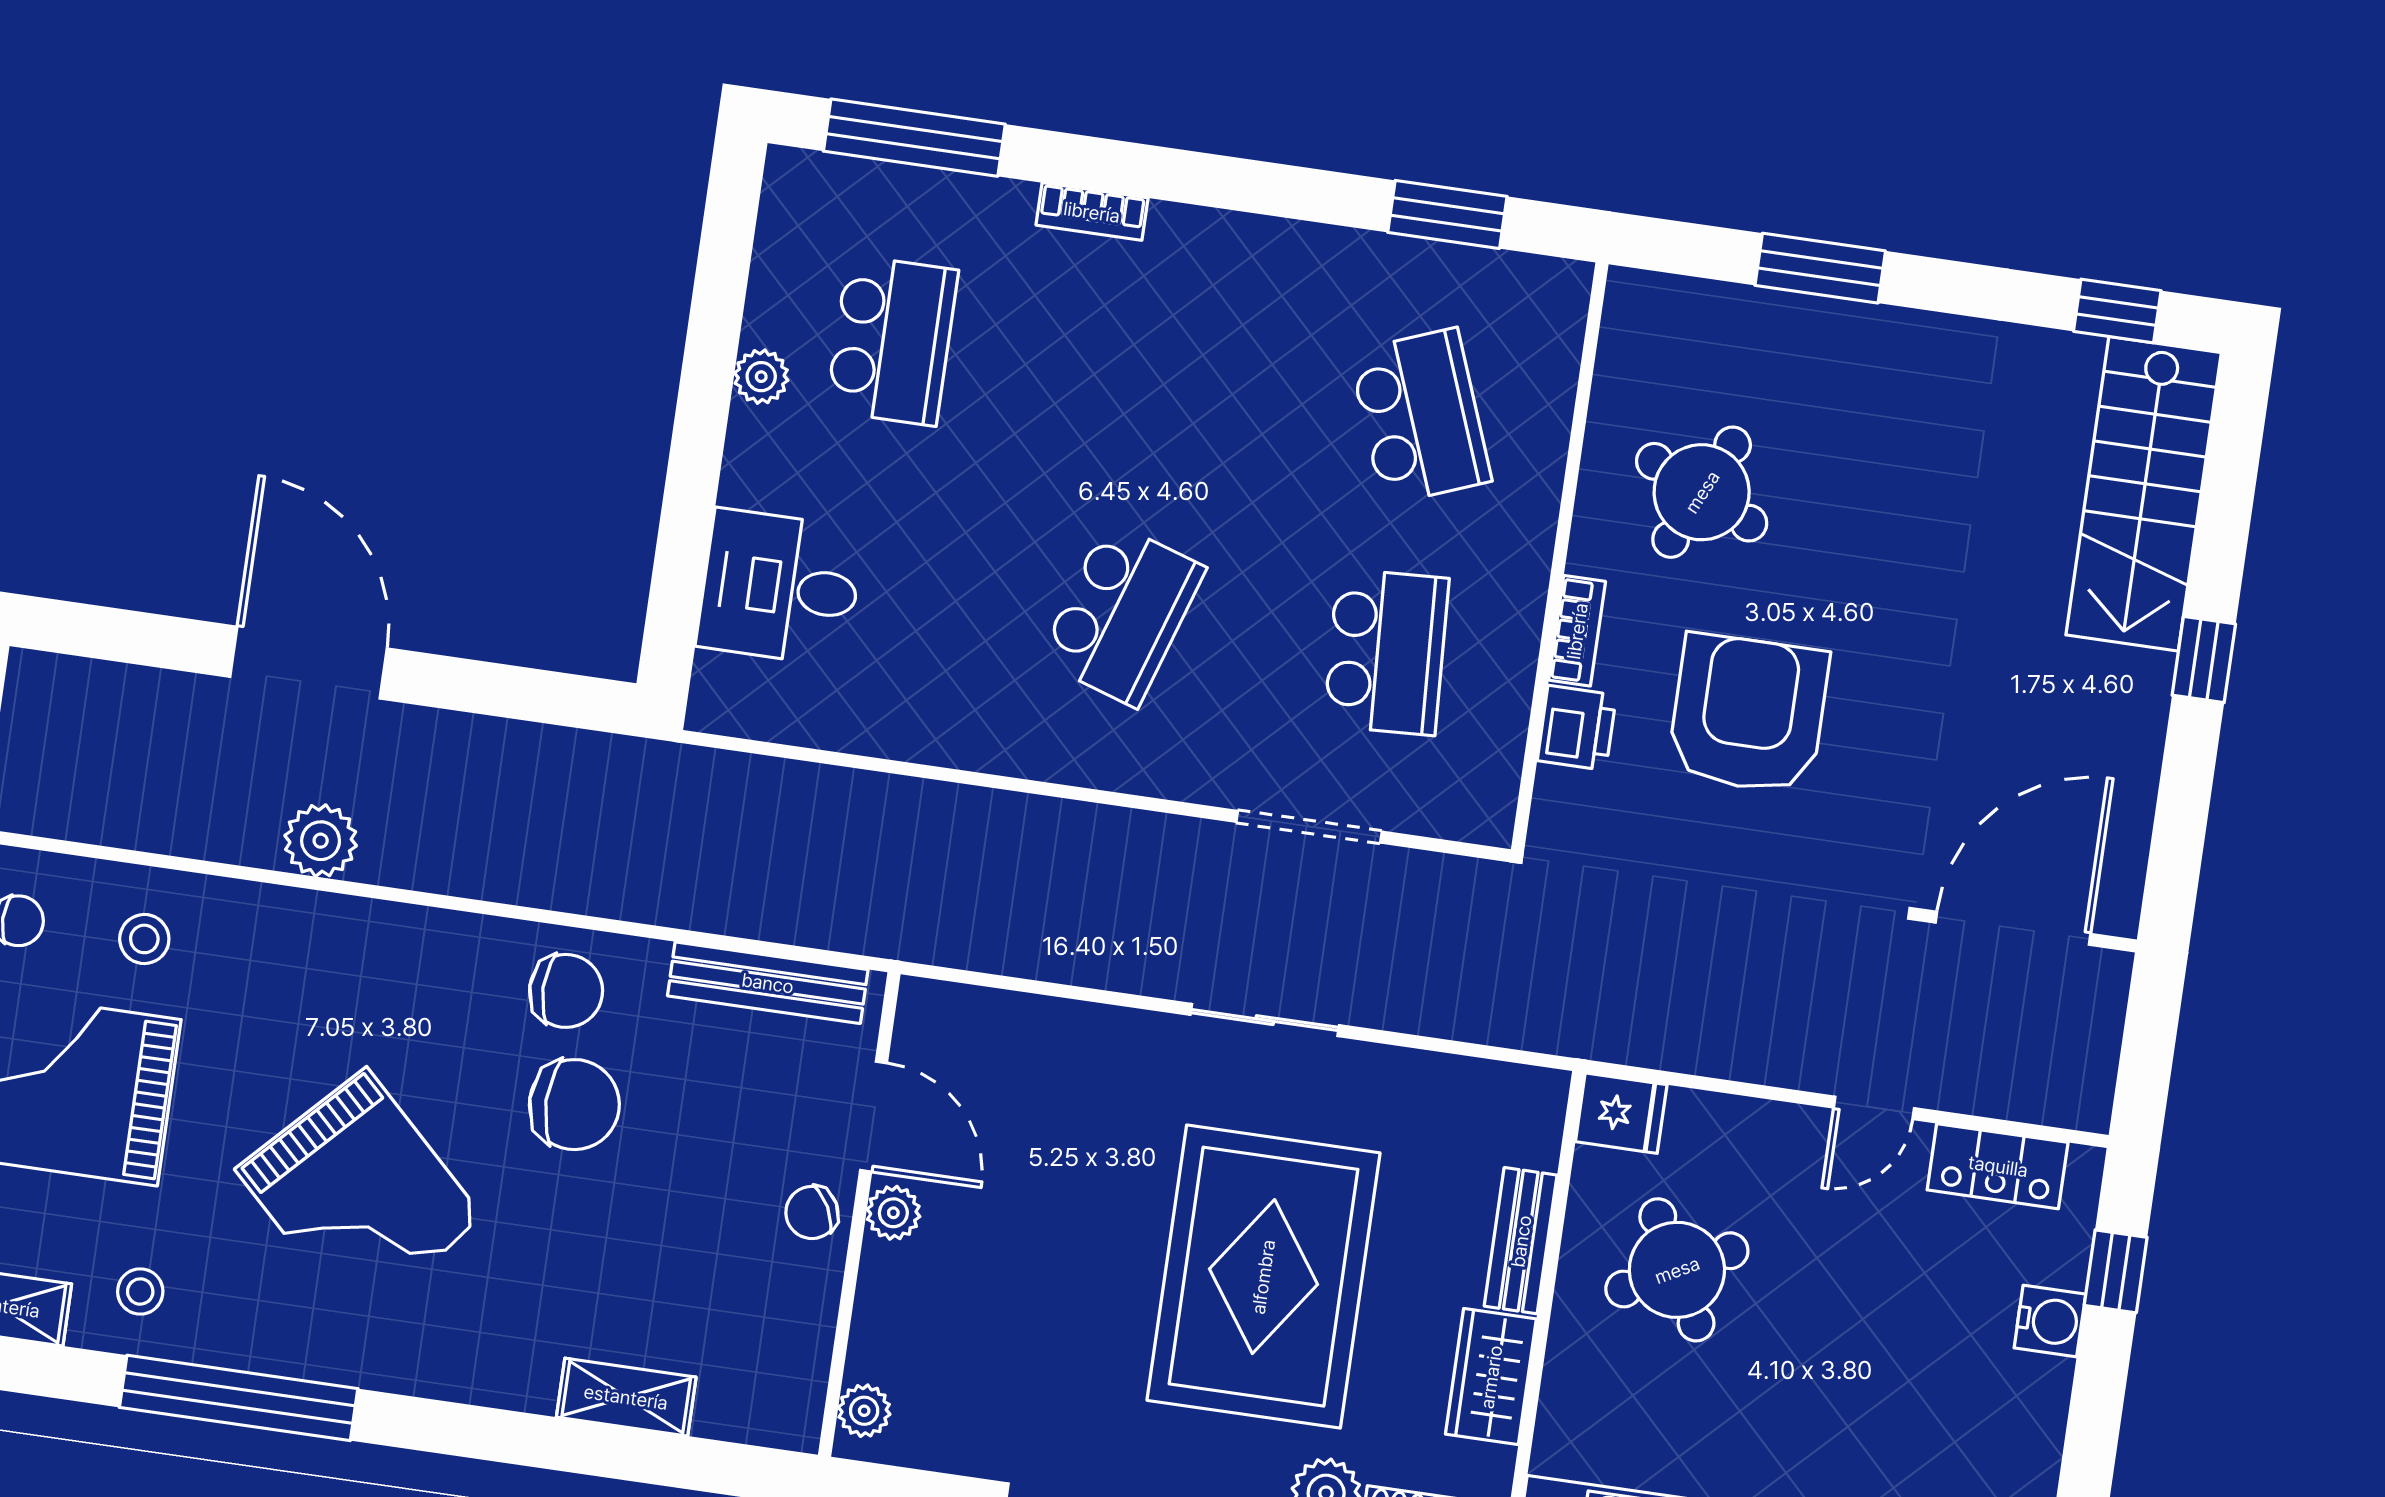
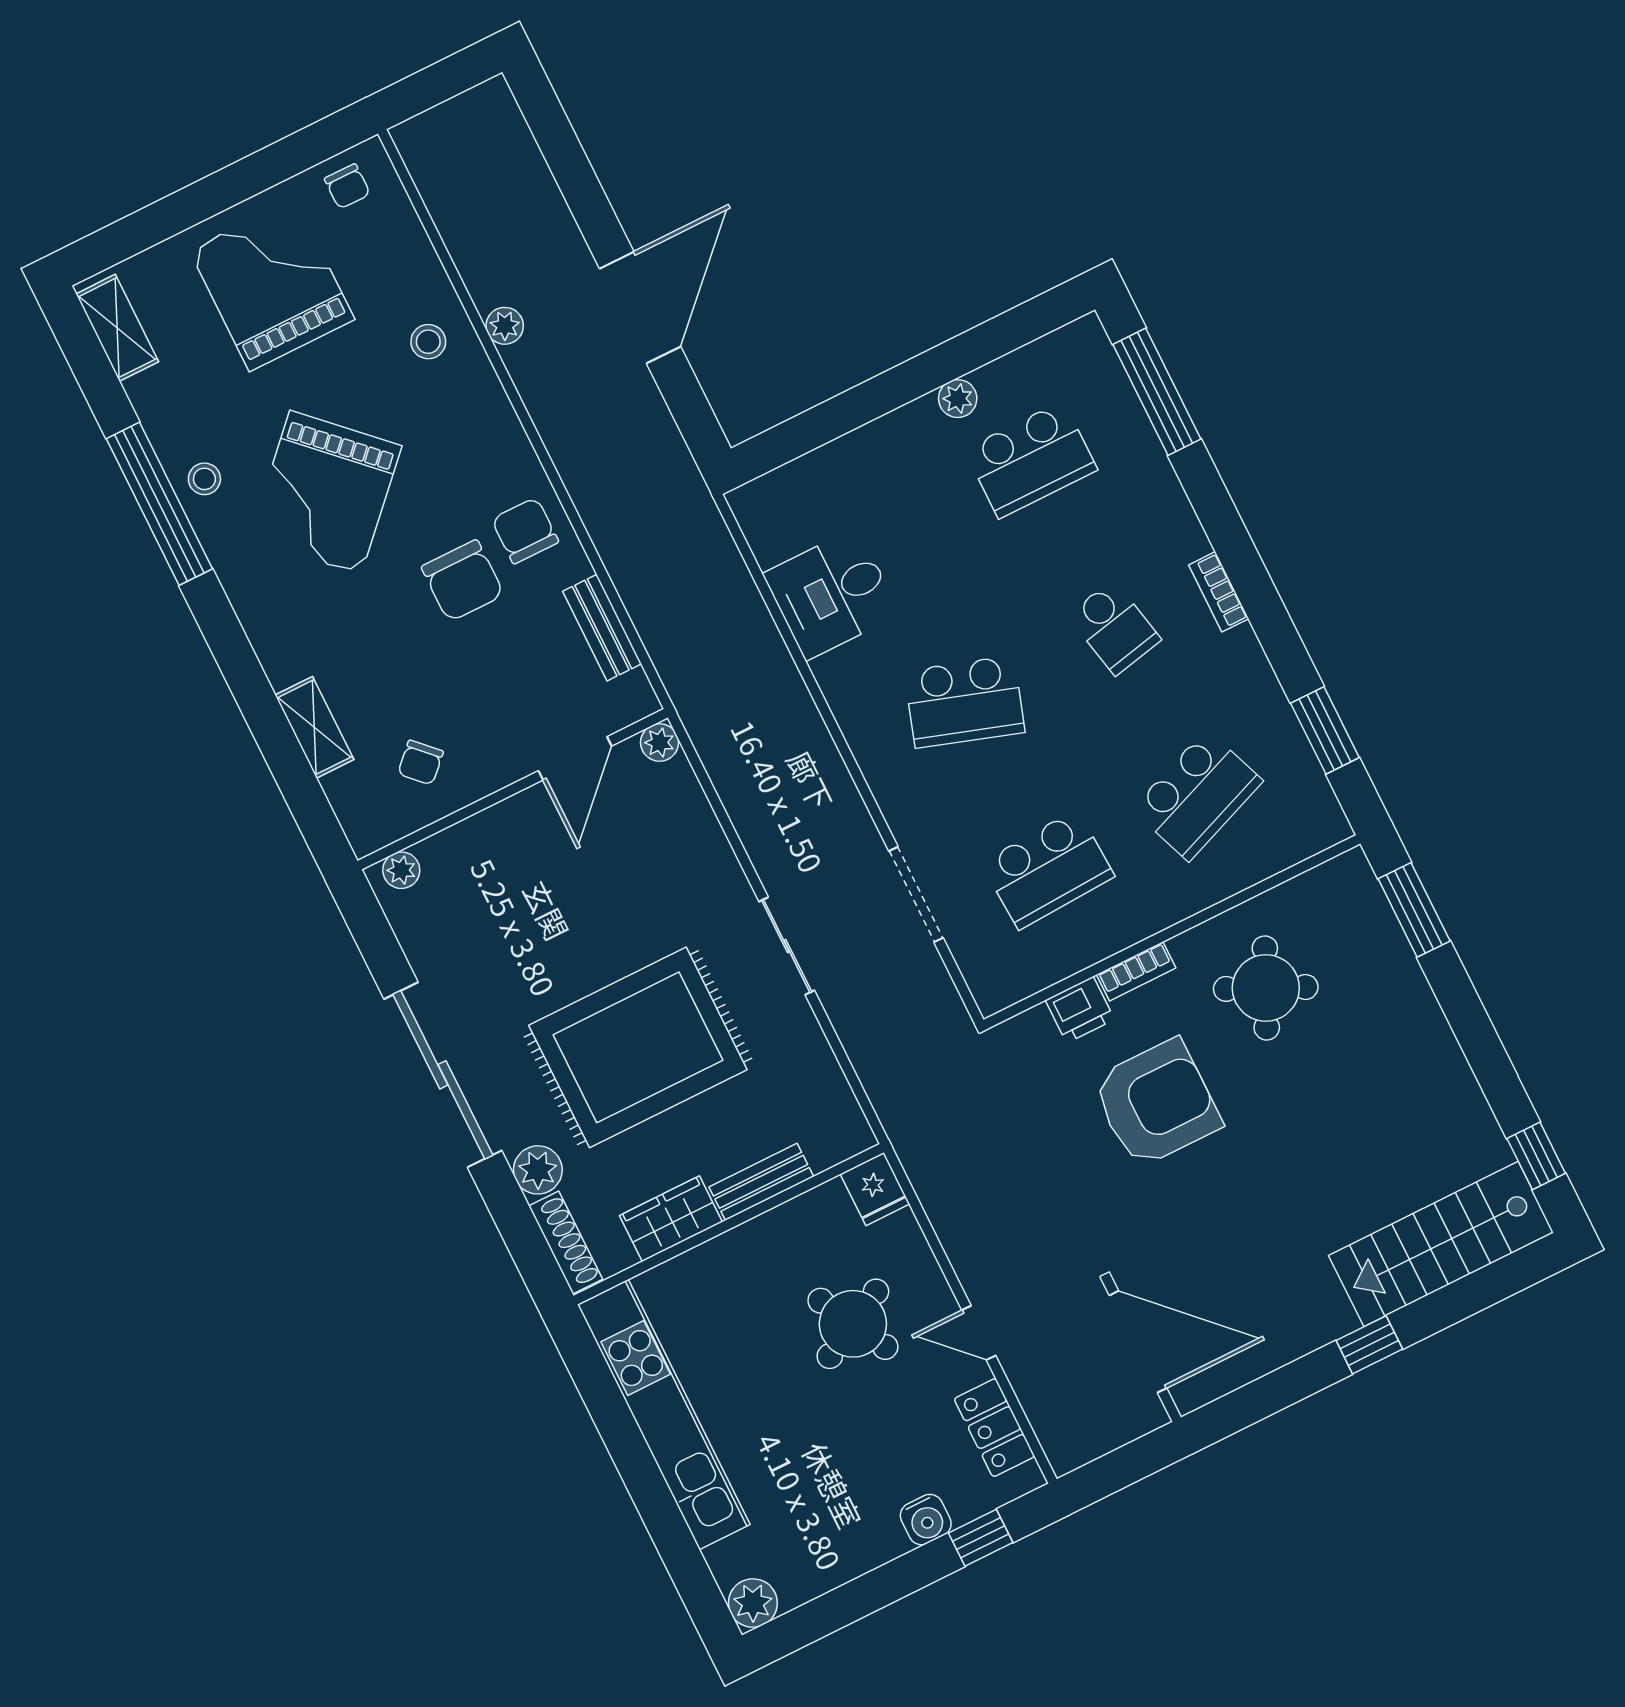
bookcase: (1092, 212) -> (1219, 592), moved
window: (1820, 268) -> (1414, 910), moved
school desk: (1156, 378) -> (1114, 627), added
desk: (780, 587) -> (831, 594), moved, turned -90
door: (309, 663) -> (640, 308), moved
plant: (321, 841) -> (505, 326), width x0.73, depth x0.73
stool: (144, 939) -> (428, 342), moved
bench: (768, 983) -> (602, 628), width x0.73
chair: (566, 991) -> (525, 531), turned 180
chair: (812, 1212) -> (421, 763), moved, turned -107
plant: (893, 1213) -> (660, 743), moved
round table: (1677, 1270) -> (853, 1324), moved
stool: (140, 1291) -> (204, 479), moved

